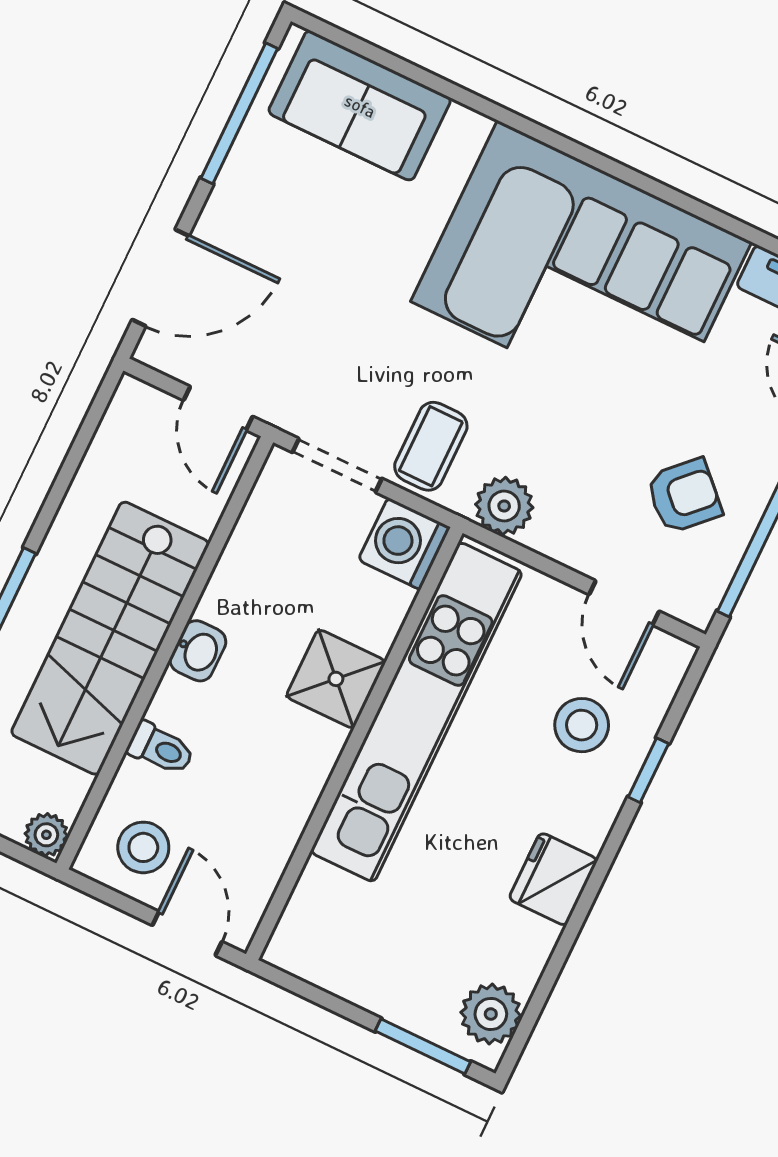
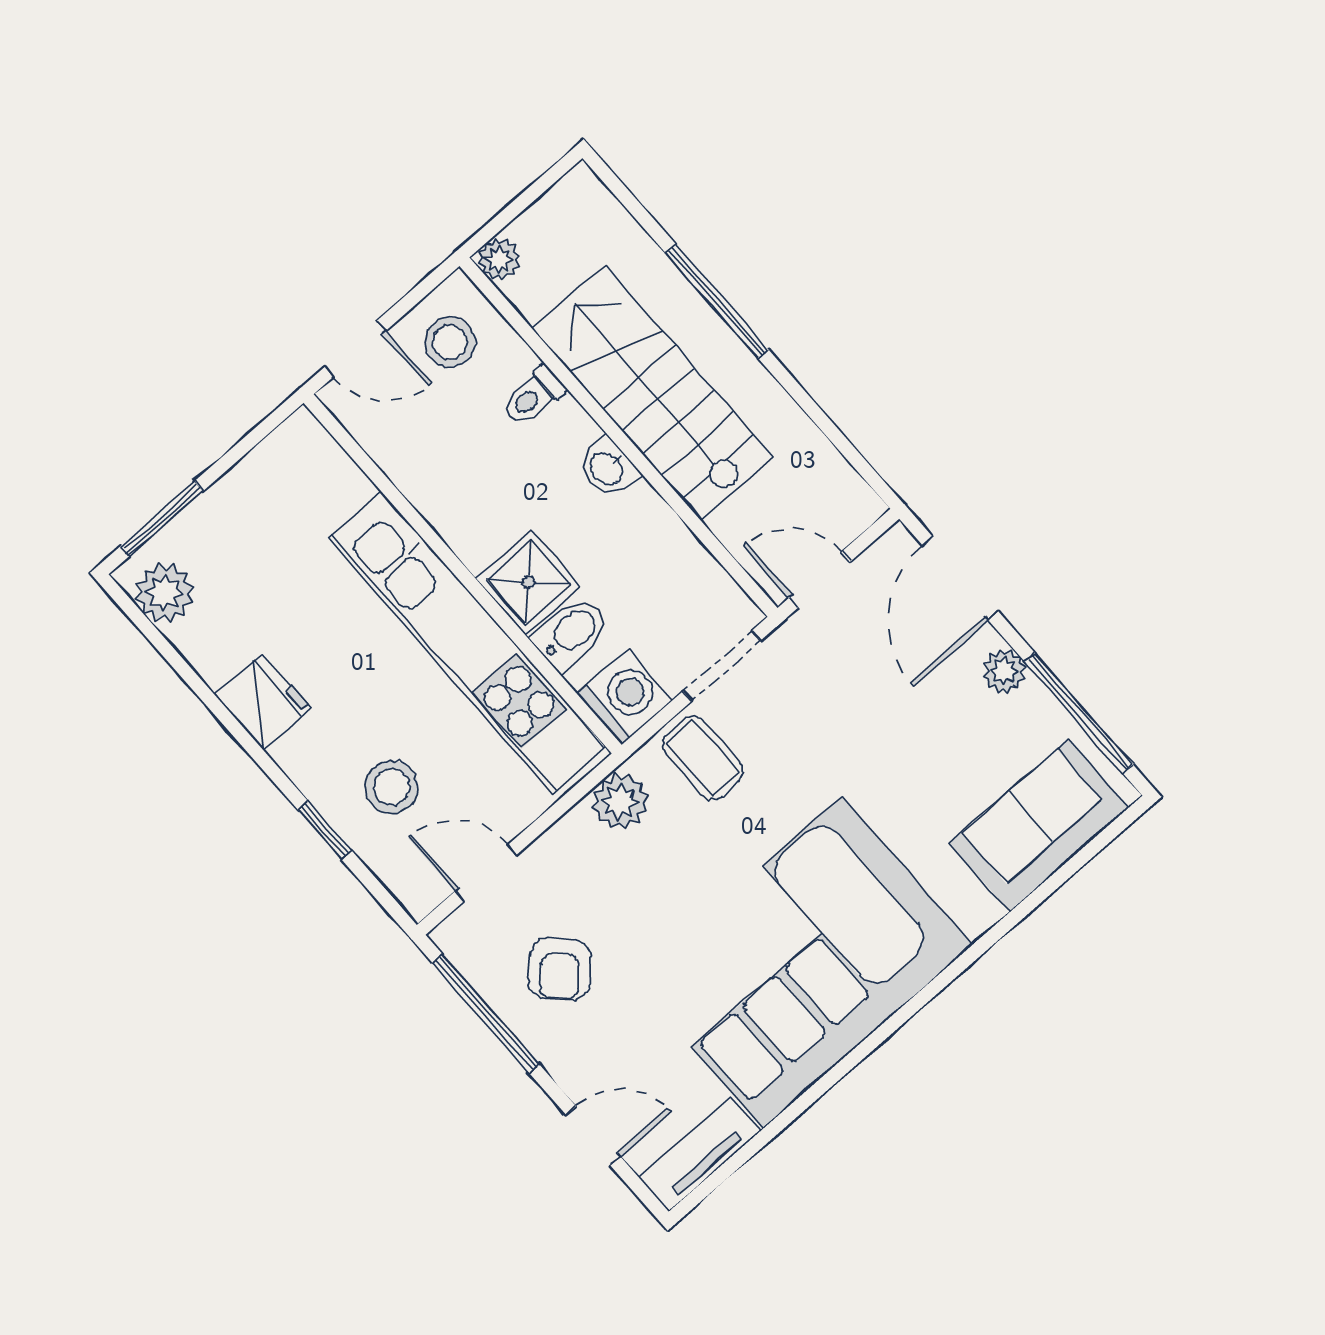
plant: (230, 200) -> (1004, 671), added
bidet: (367, 619) -> (571, 633), added

